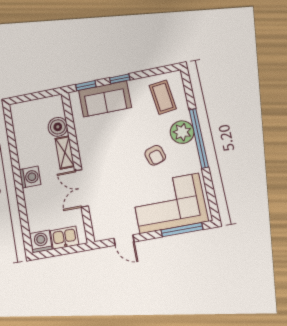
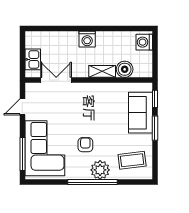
window: (120, 79) -> (155, 128), width x1.50
armchair: (155, 155) -> (85, 145), turned 107
double door: (81, 188) -> (56, 80), moved
washing machine: (41, 241) -> (144, 42), moved, turned 180

